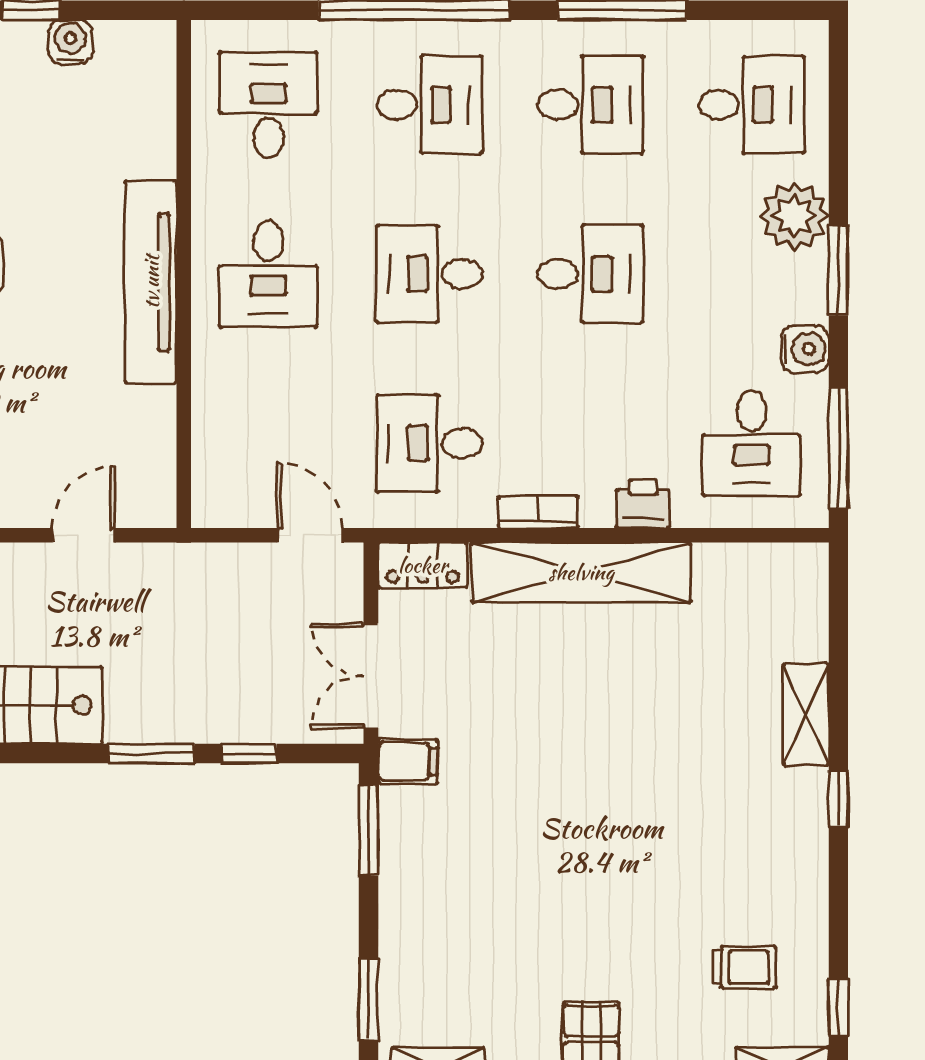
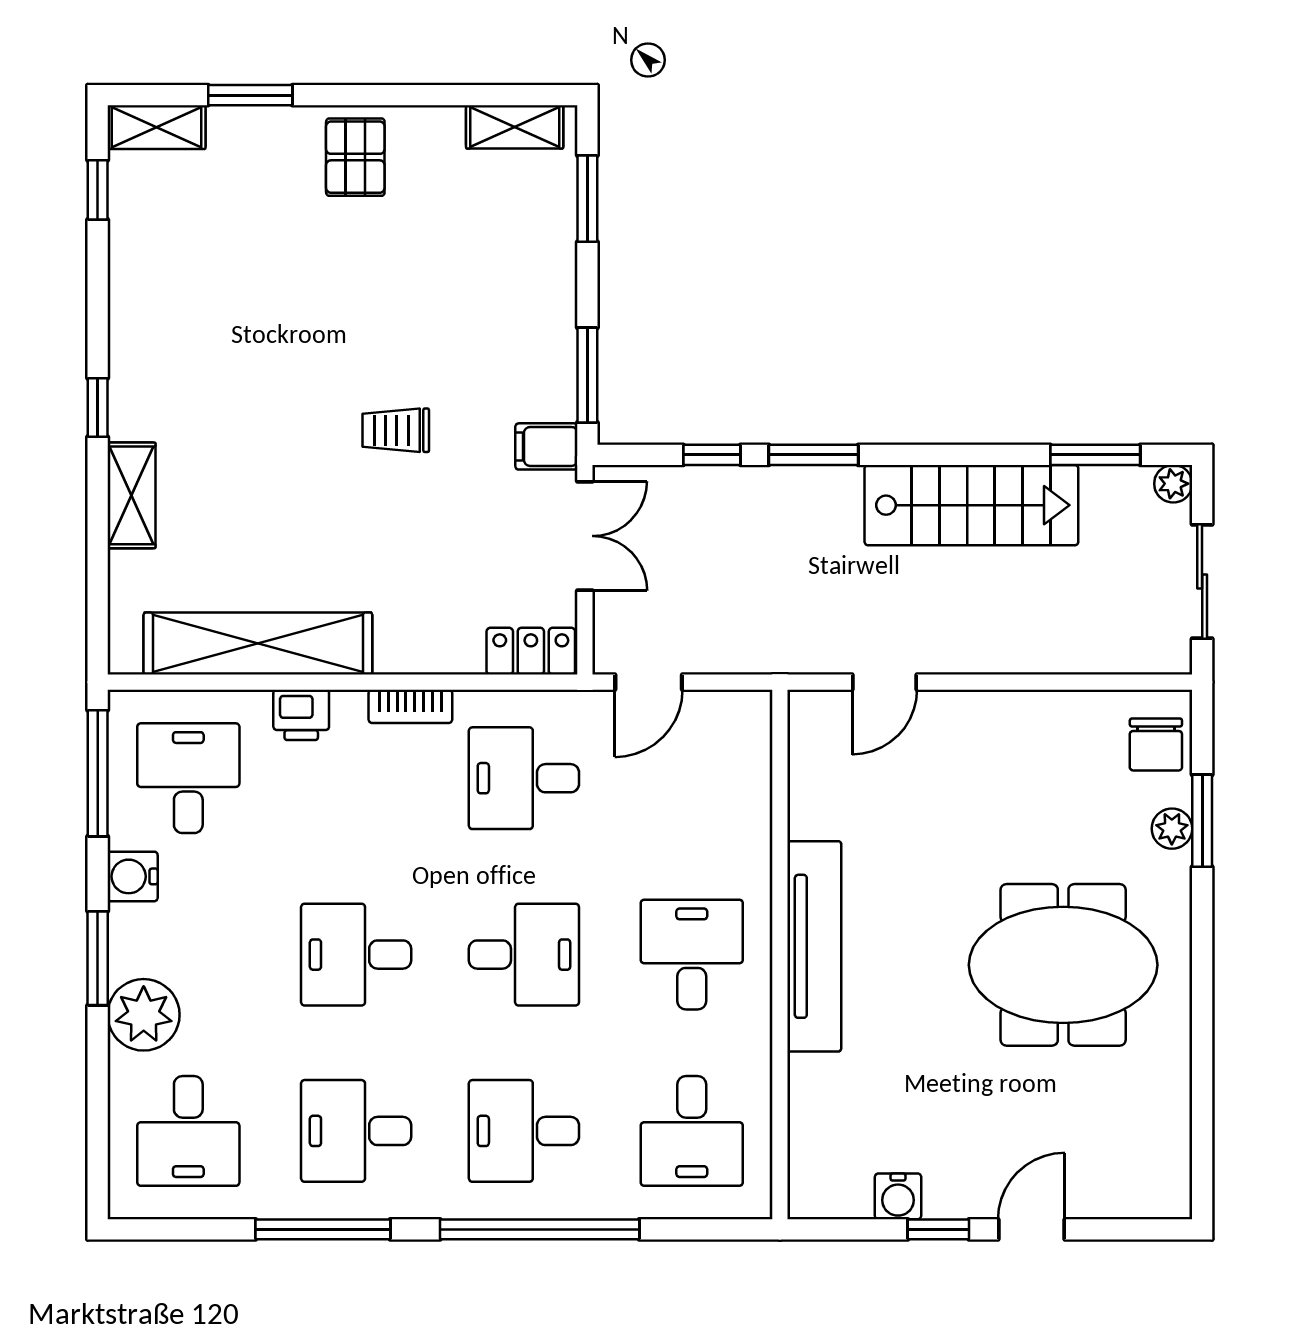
desk: (751, 105) -> (188, 1131), turned -90
desk: (429, 443) -> (524, 778), turned 180
door: (310, 535) -> (649, 682), hinge flipped
shelving: (581, 572) -> (258, 644), moved
trolley: (744, 967) -> (396, 430), moved

